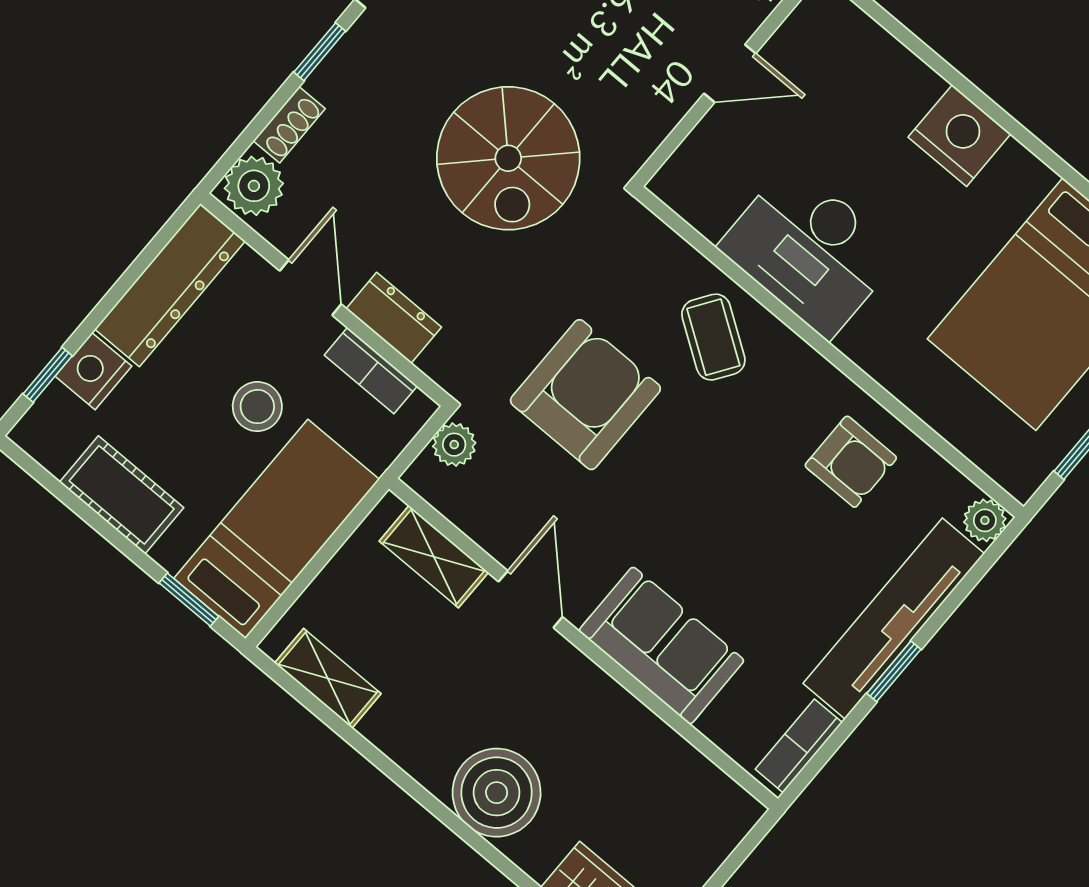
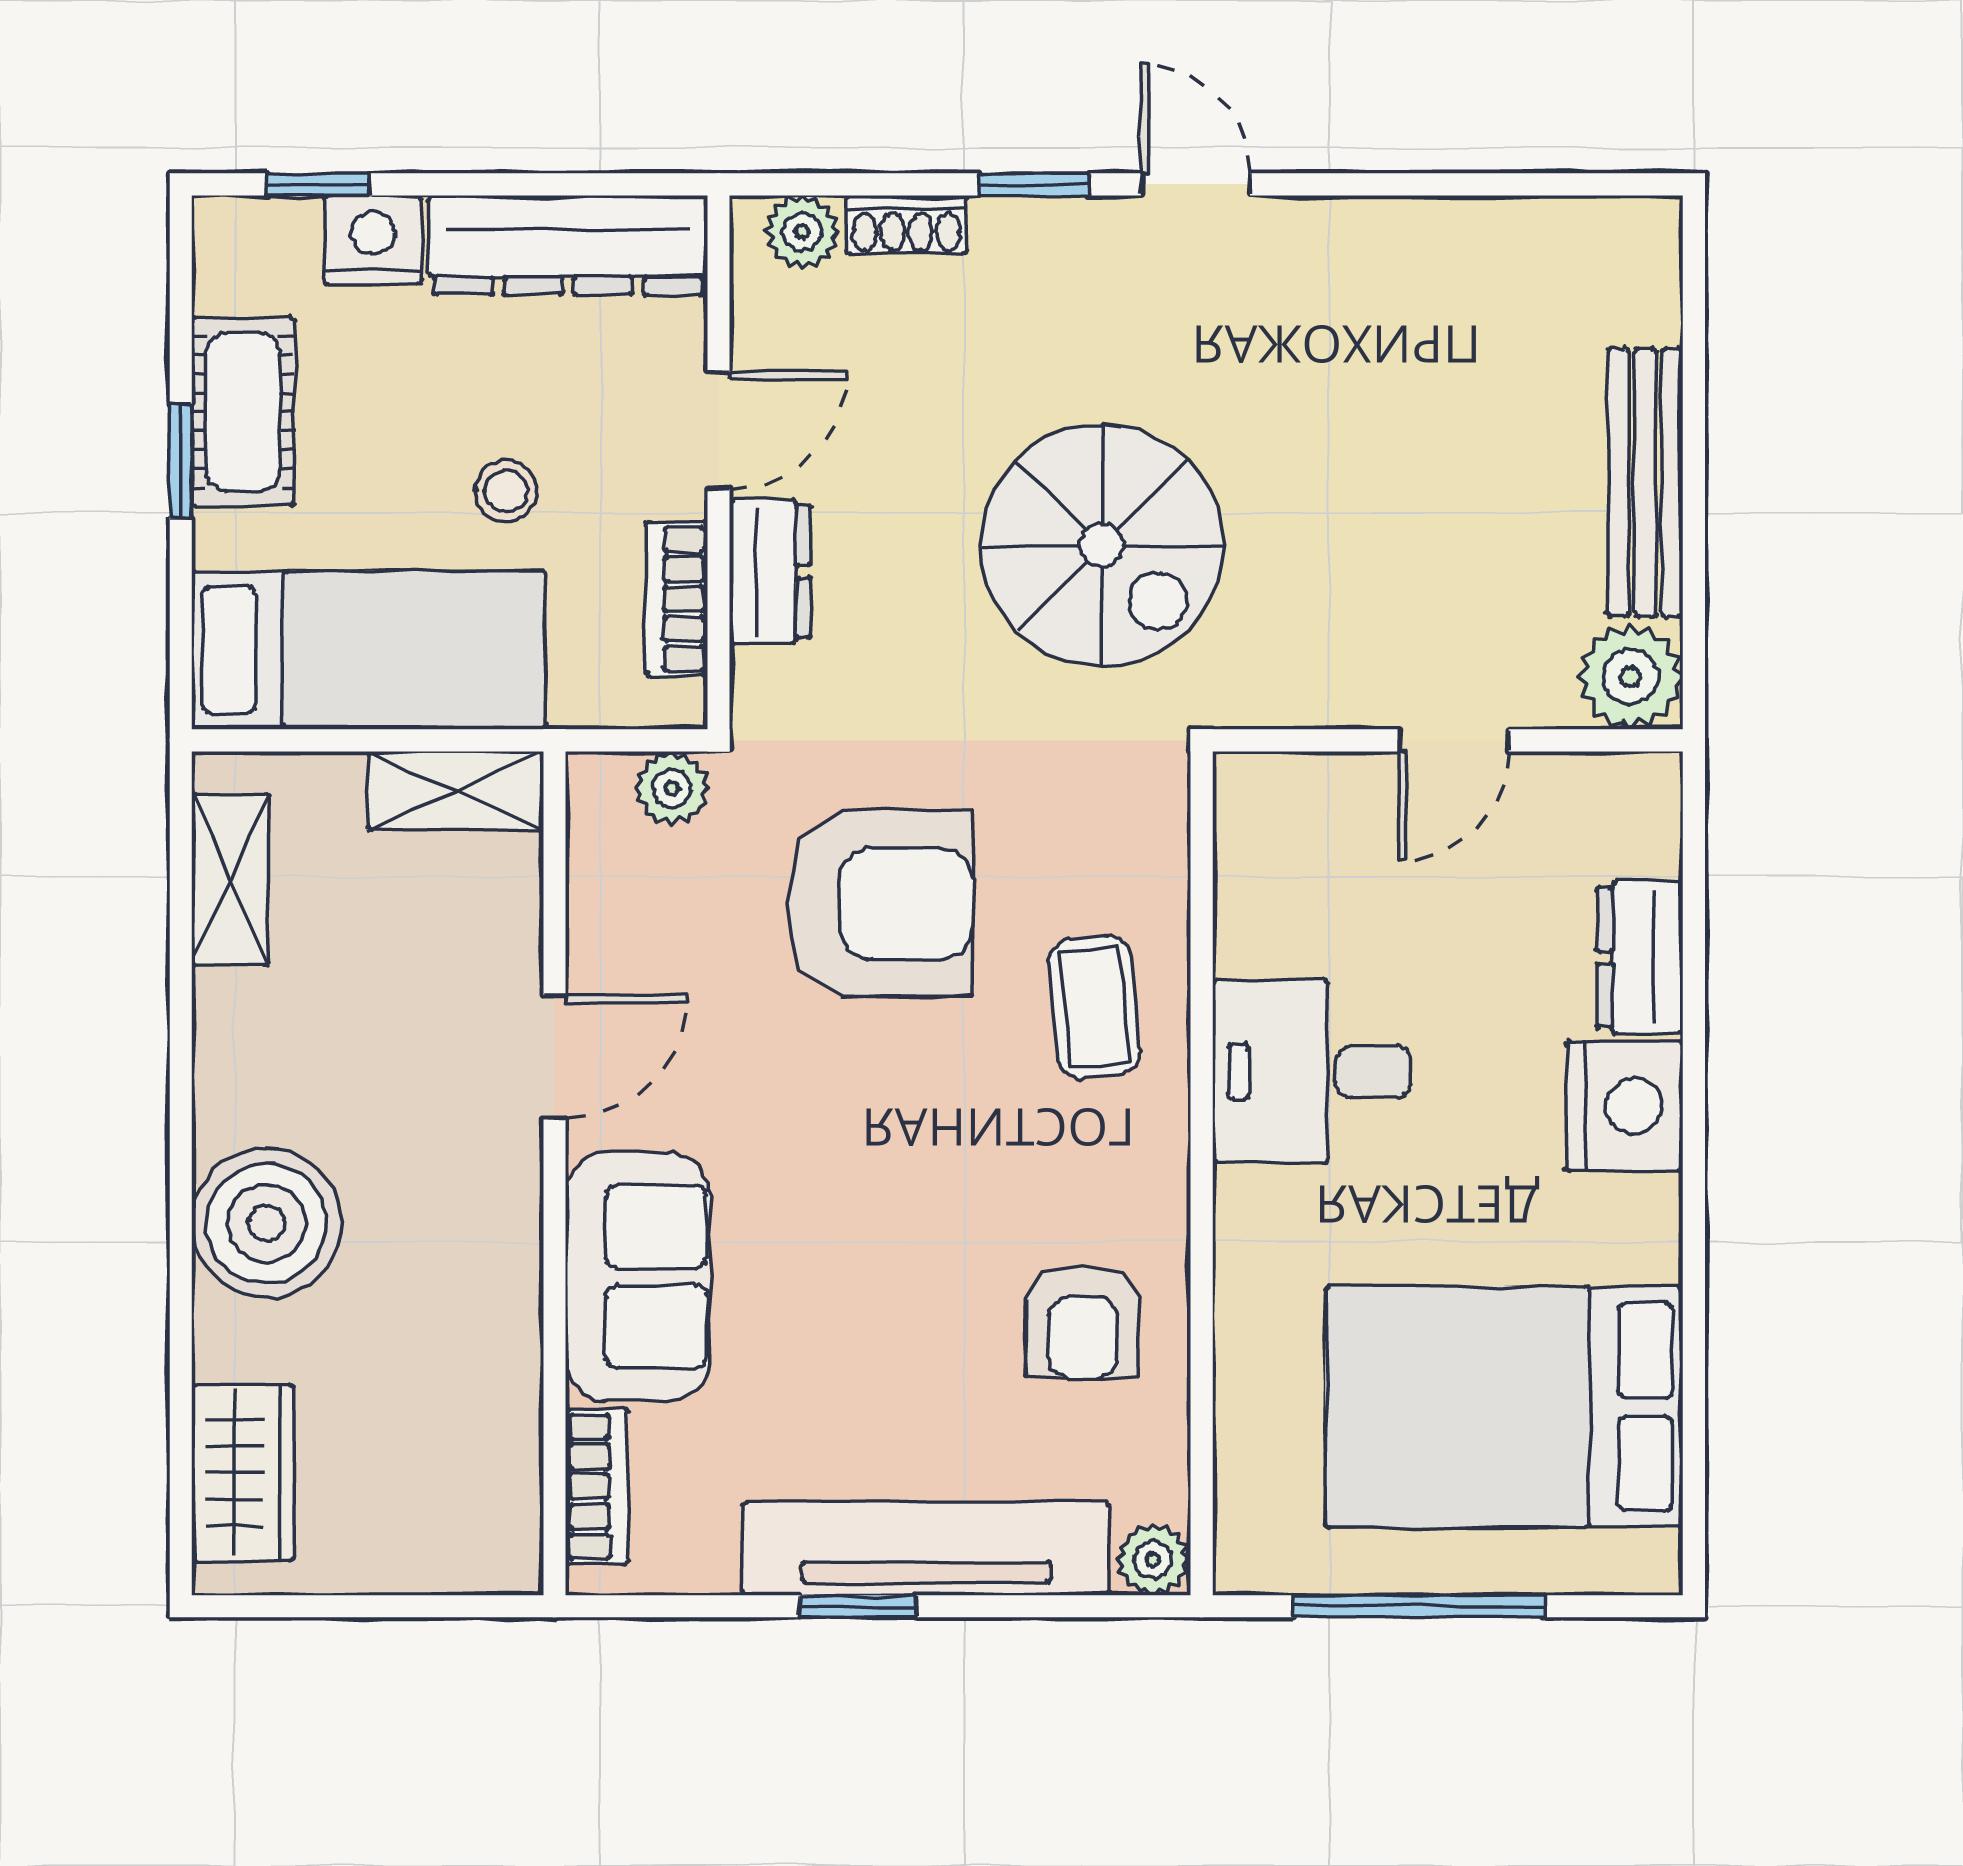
dresser: (898, 72) -> (1640, 957), added
door: (730, 74) -> (1454, 740), hinge flipped
spiral stairs: (508, 158) -> (1102, 545), turned -90
plant: (254, 186) -> (802, 232), width x0.73, depth x0.73
desk: (810, 250) -> (1312, 1071), width x0.73
coffee table: (713, 337) -> (1094, 1007), turned -40
stool: (257, 407) -> (506, 491), width x0.73, depth x0.73
shelving: (434, 557) -> (456, 791), moved, turned 90
window: (189, 600) -> (181, 462), moved
bookcase: (799, 746) -> (597, 1487), moved, turned 90

